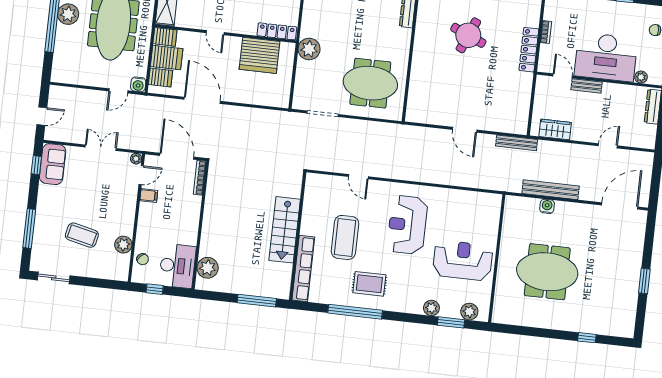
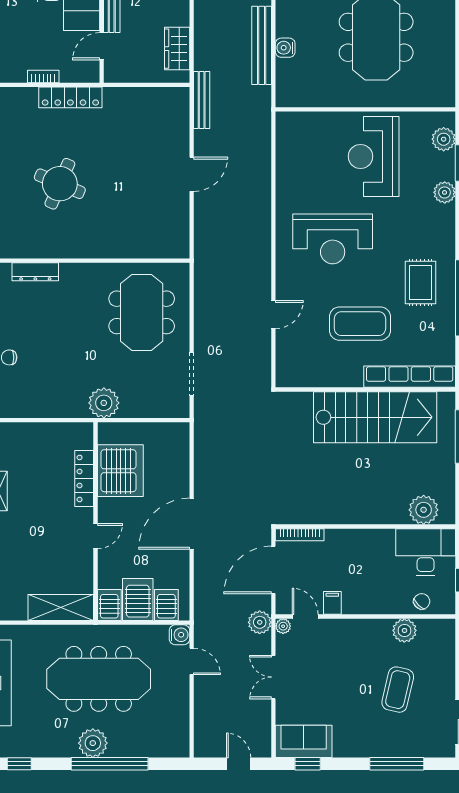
locker: (277, 31) -> (84, 478), moved
door: (202, 100) -> (192, 524), moved
plant: (141, 142) -> (260, 622), added
stairs: (285, 230) -> (375, 417), width x1.36, depth x1.51

